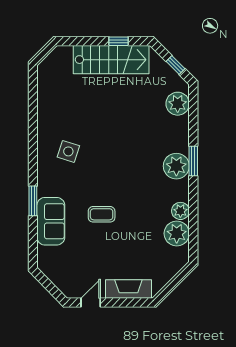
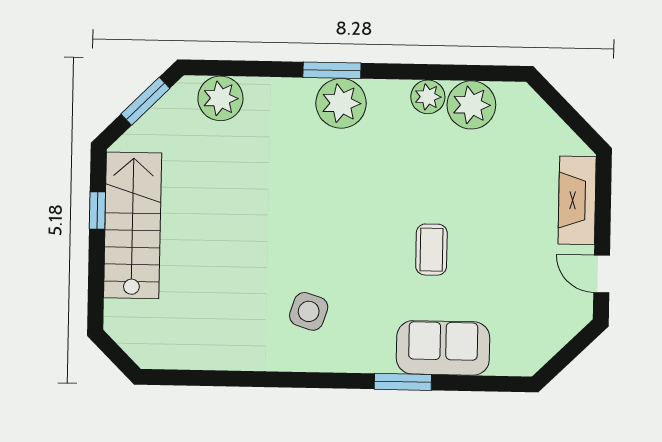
window: (175, 65) -> (145, 101), width x1.50

